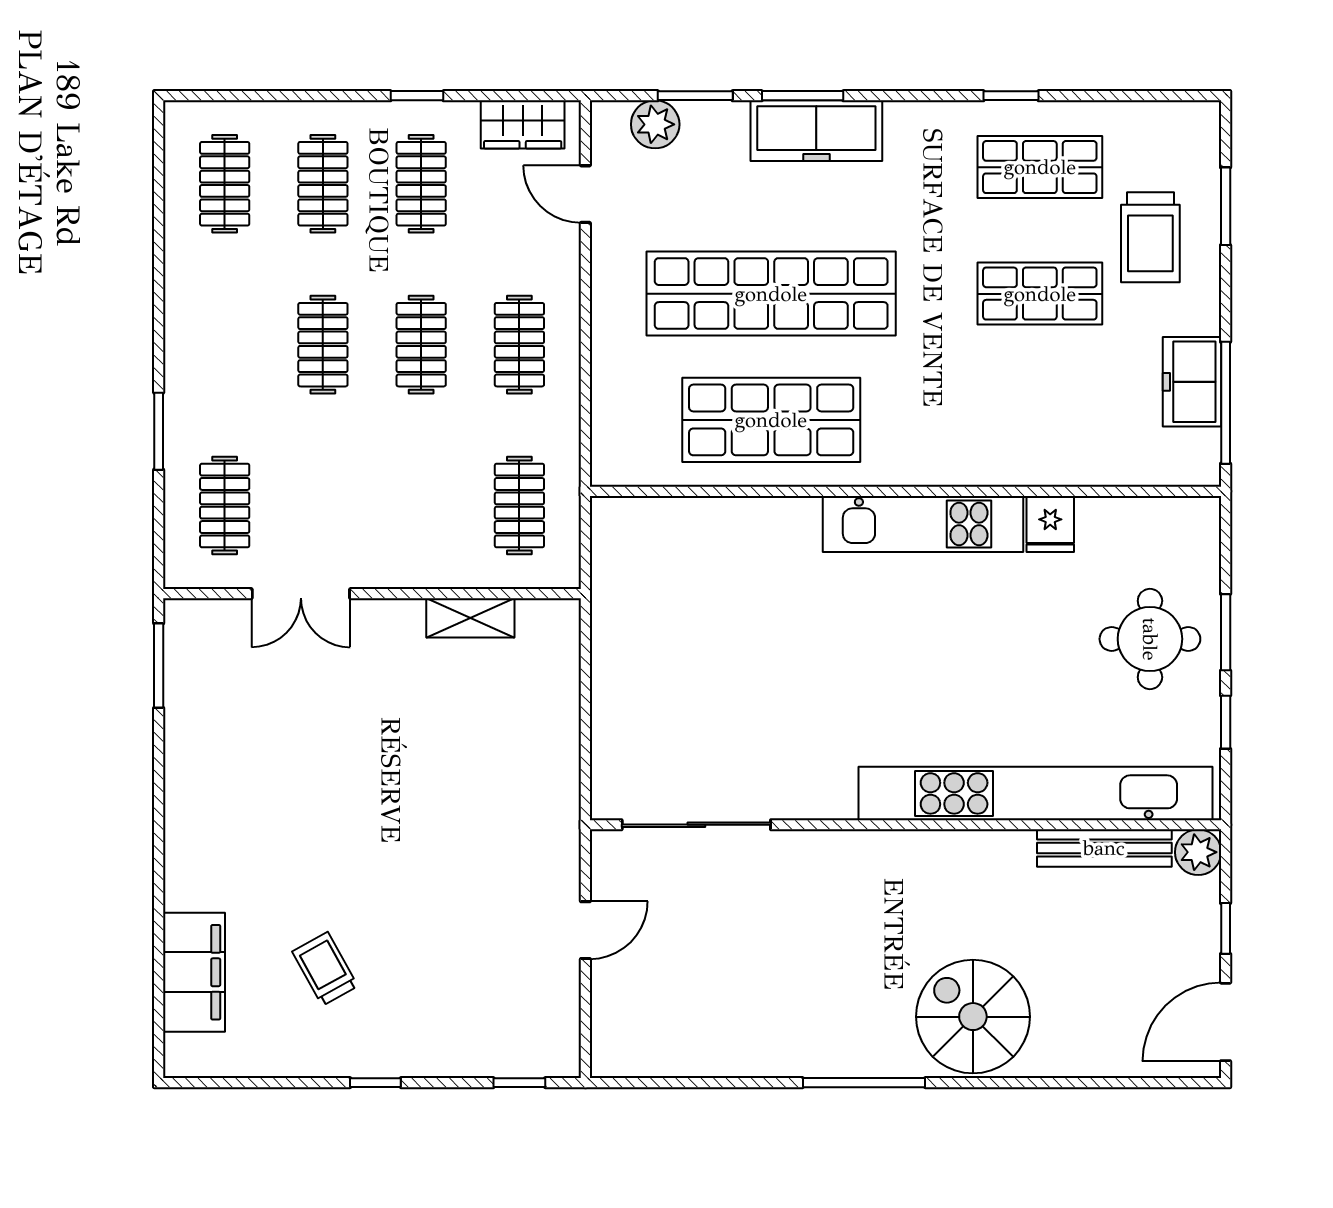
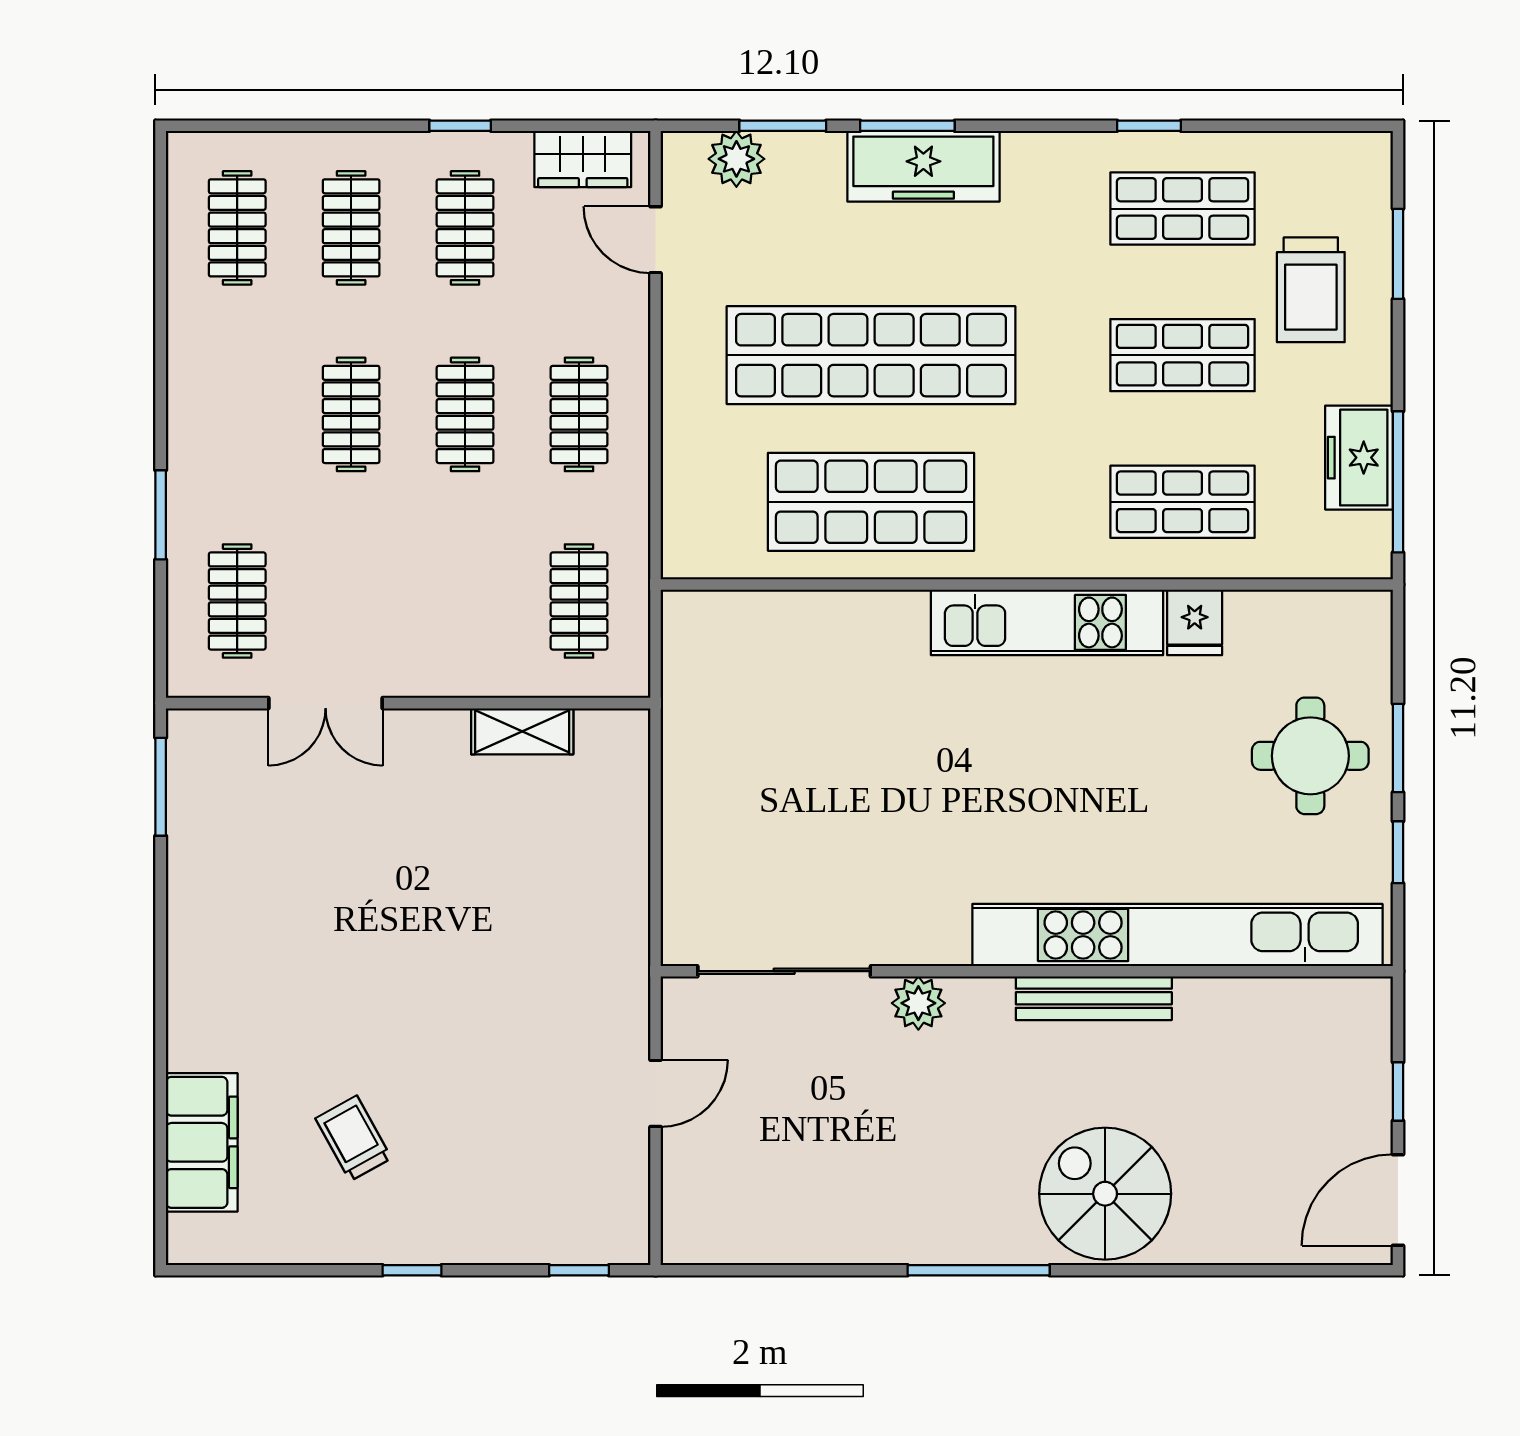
shop shelf: (1040, 420) -> (1183, 502), added
bench: (1104, 848) -> (1094, 998), moved
plant: (1198, 852) -> (918, 1003), moved

